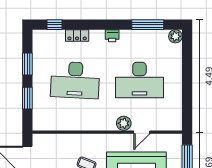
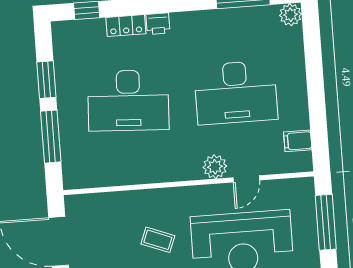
printer: (112, 36) -> (158, 24), moved
window: (27, 98) -> (51, 137), width x1.44
filing cabinet: (174, 112) -> (298, 141), added

